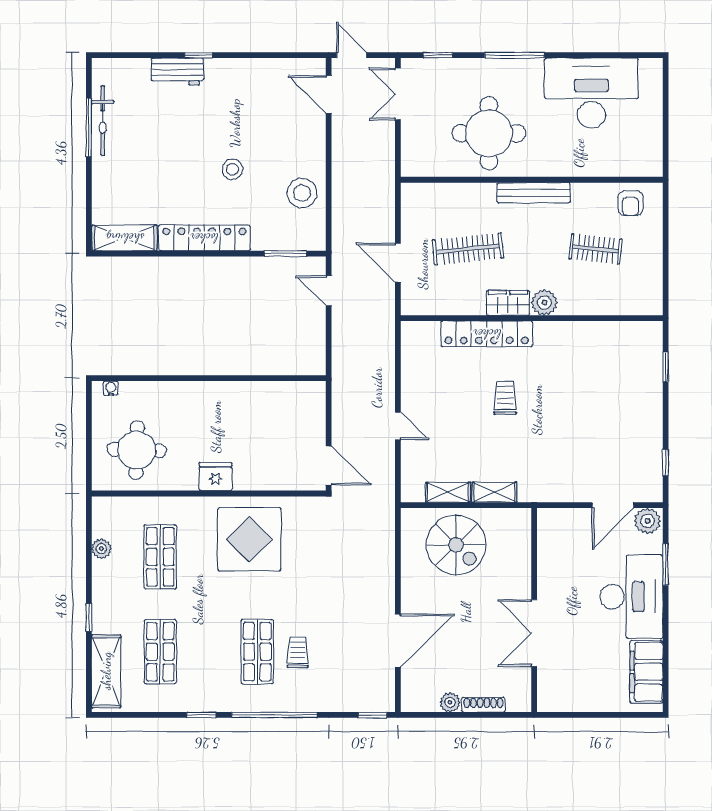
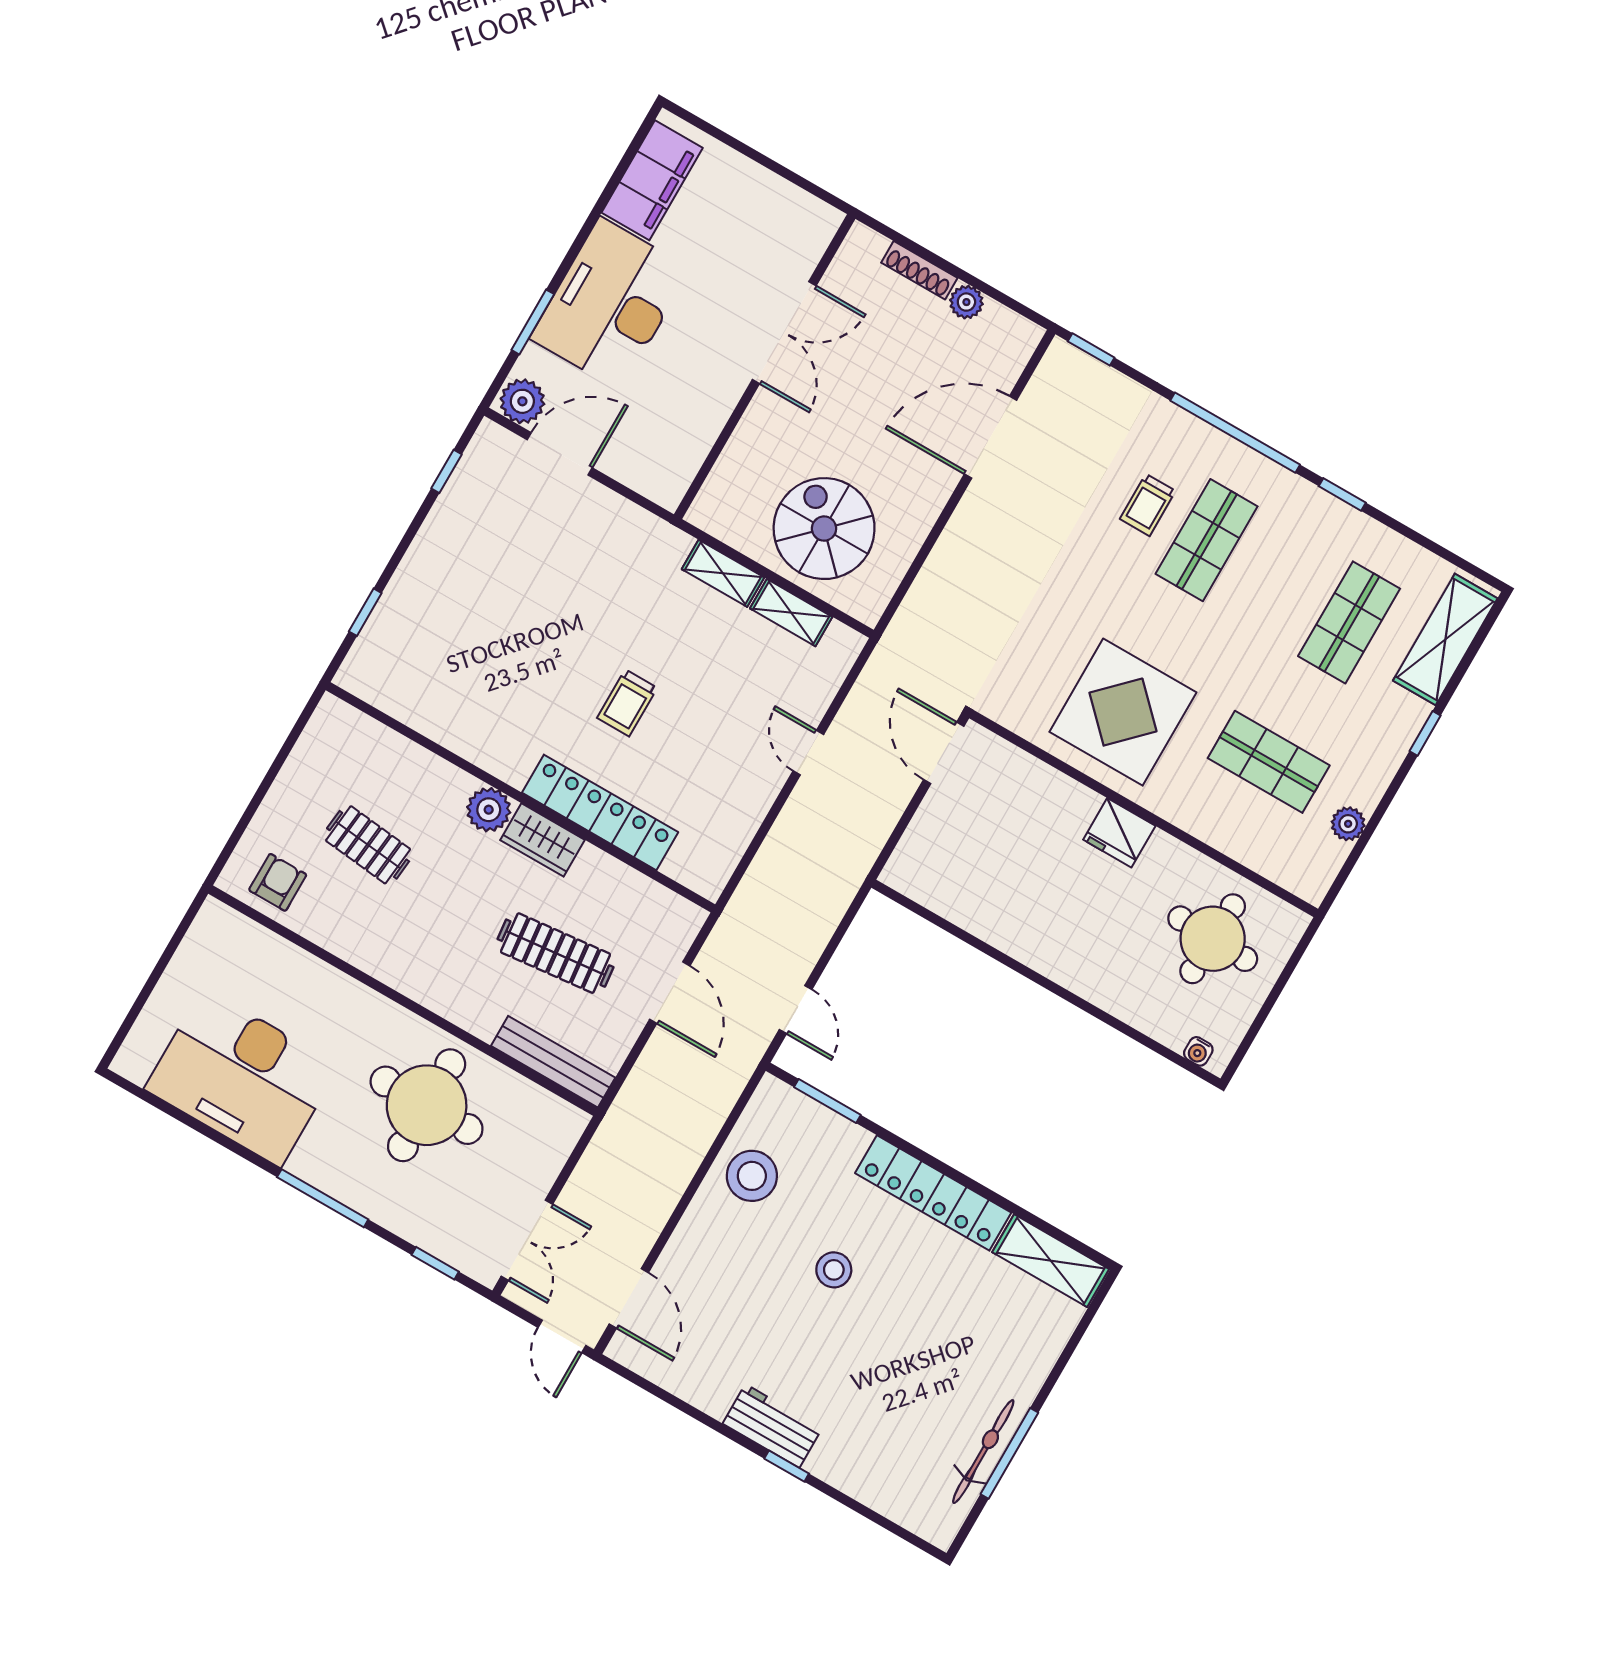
workbench: (177, 71) -> (772, 1426), moved
bench: (534, 193) -> (553, 1062), moved
shop shelf: (160, 557) -> (1269, 762), turned 90

